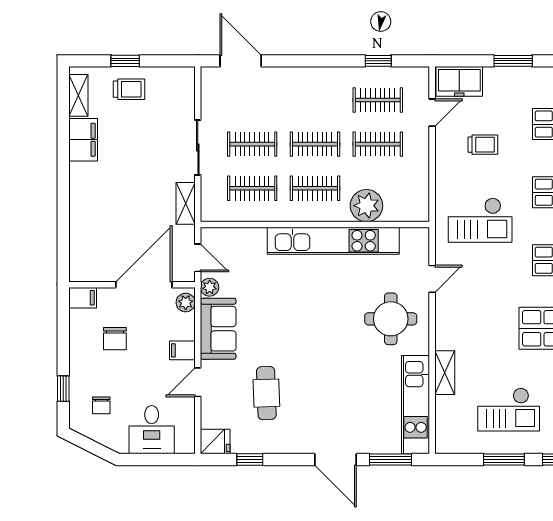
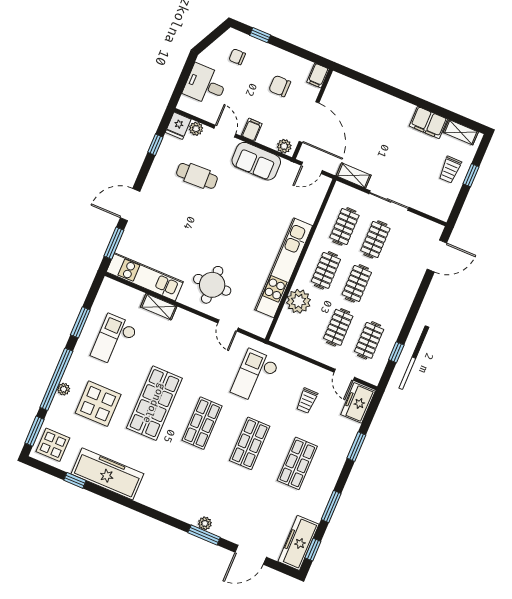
plant: (210, 287) -> (196, 129), moved

